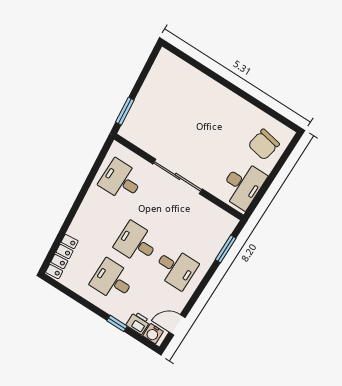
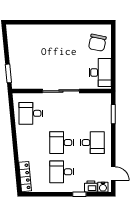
door: (177, 325) -> (113, 174), swing flipped

